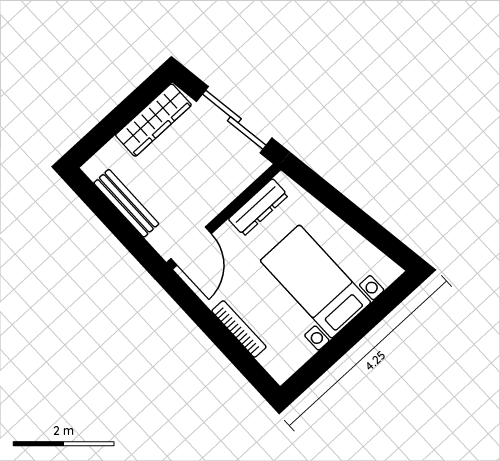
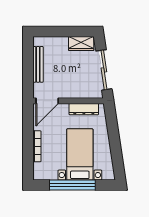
wardrobe: (153, 120) -> (81, 44), width x0.67
window: (347, 338) -> (72, 185), added

